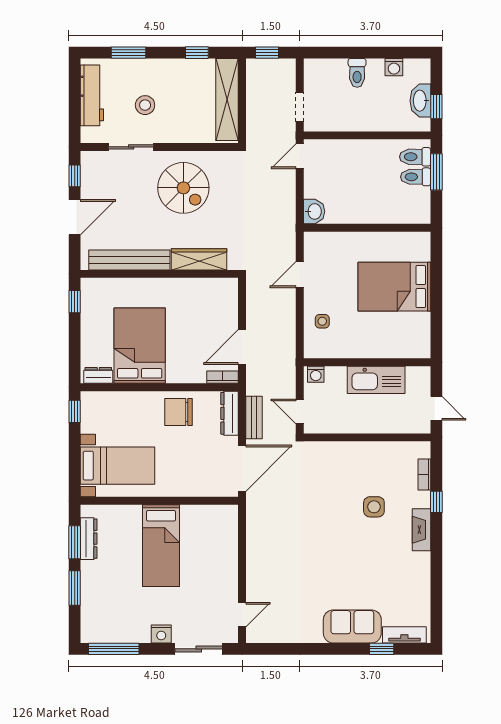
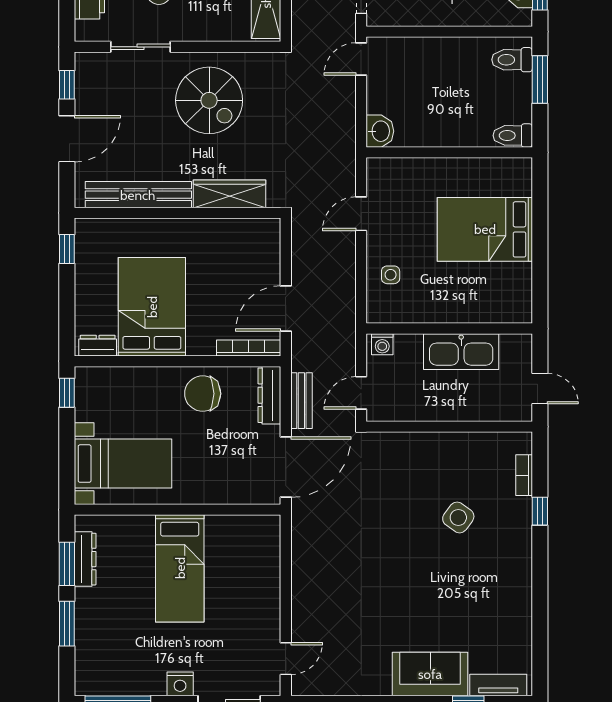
toilet: (416, 177) -> (513, 135), moved
bookcase: (222, 377) -> (249, 348), width x1.56
door: (300, 412) -> (361, 393), hinge flipped
side table: (374, 507) -> (458, 518), turned 36
fireplace: (421, 530) -> (520, 547), removed

